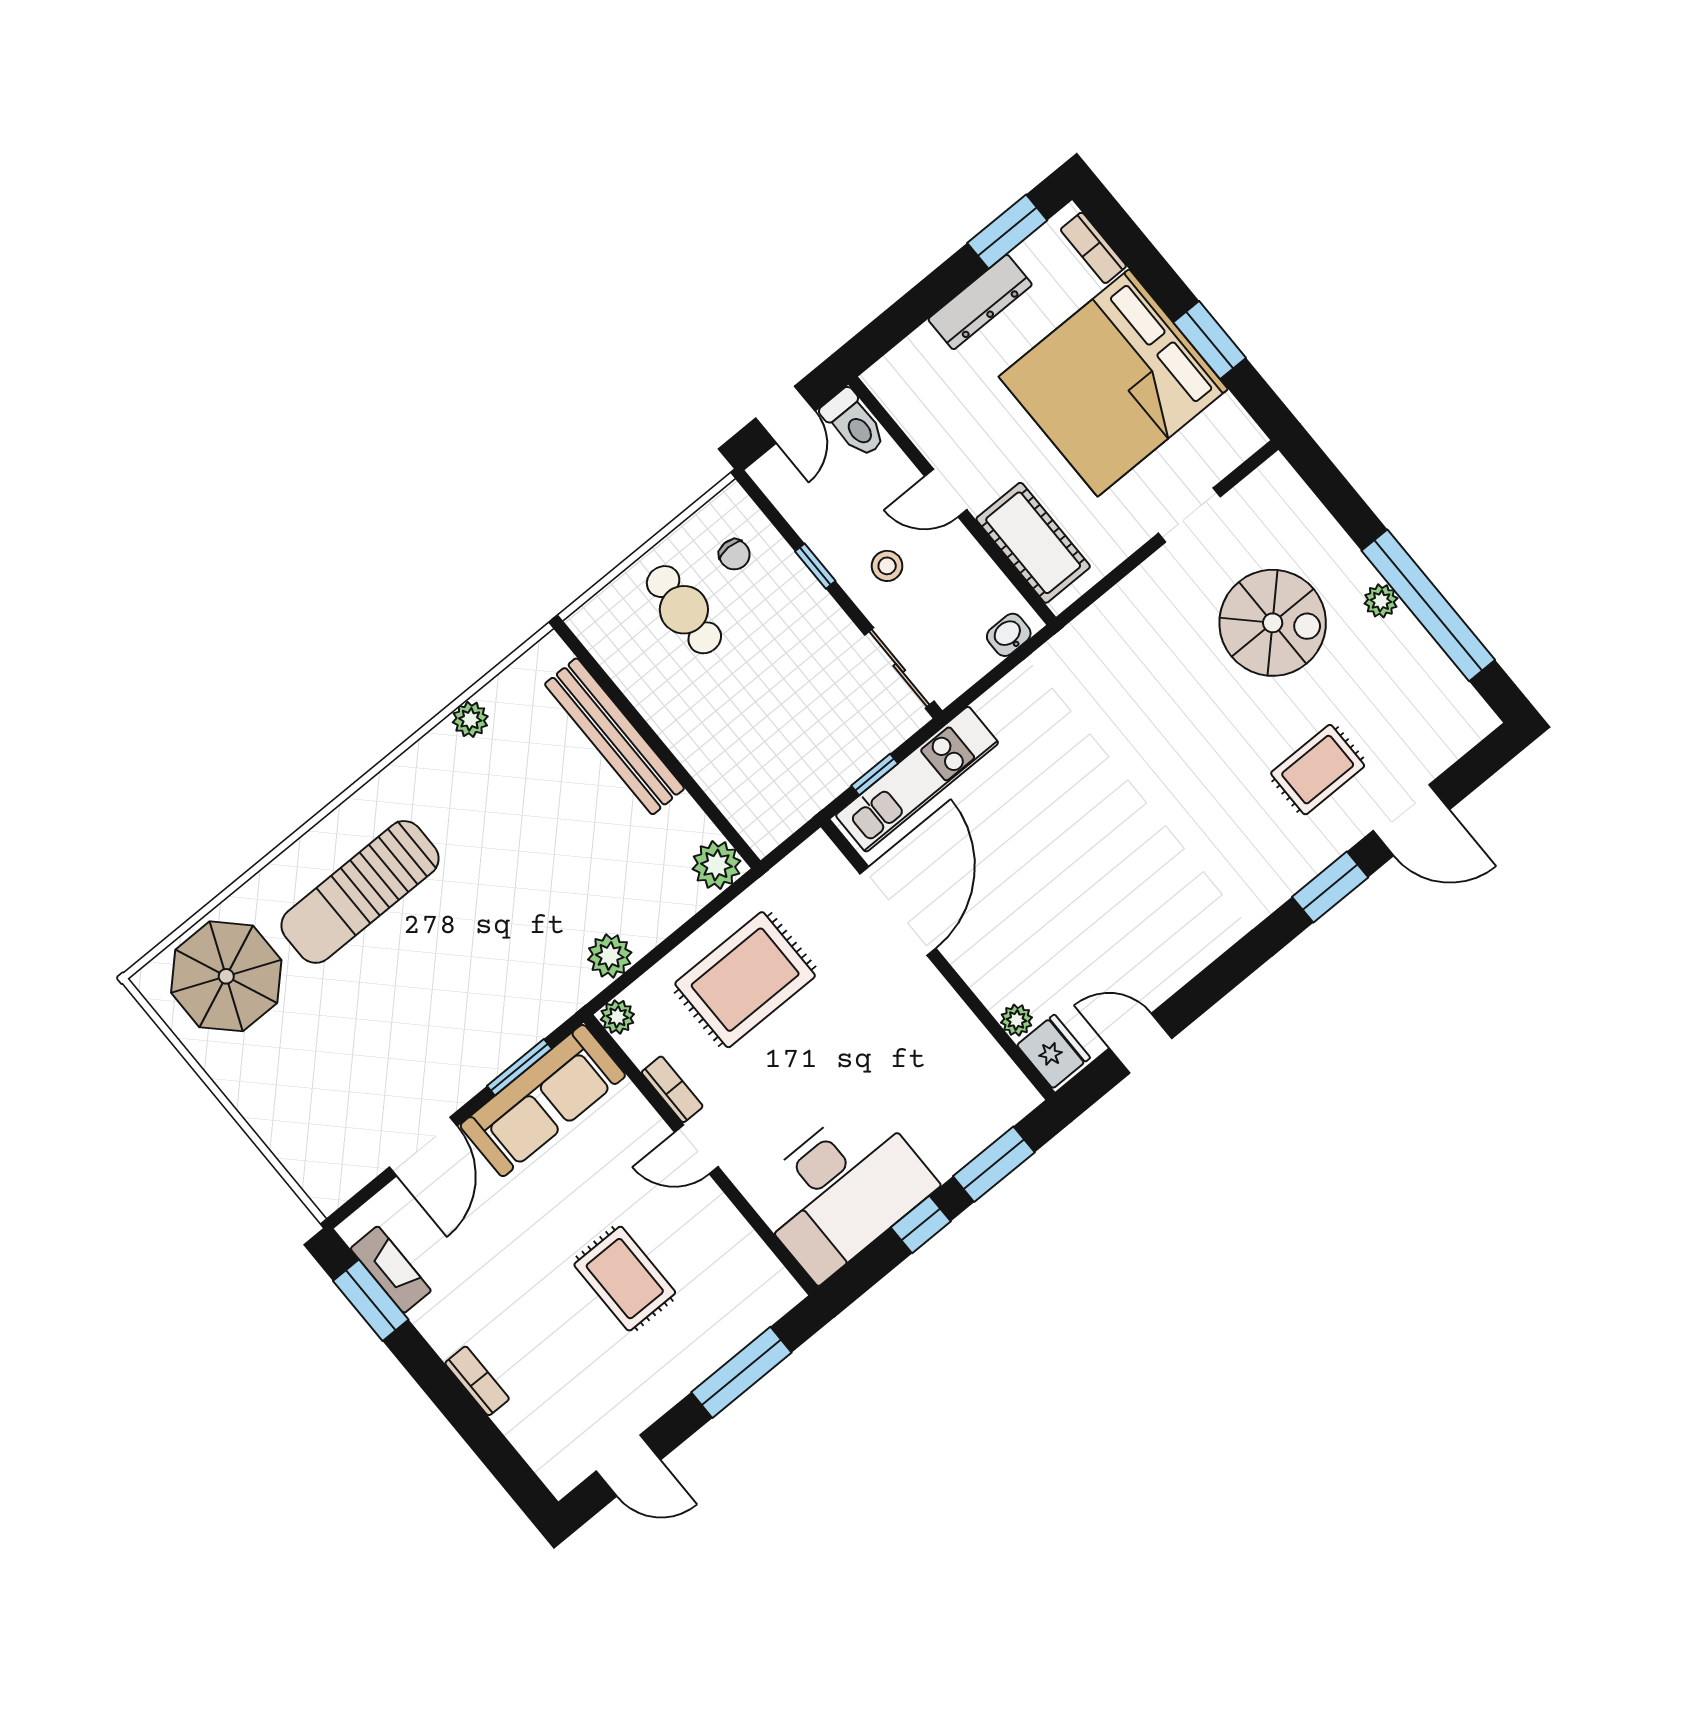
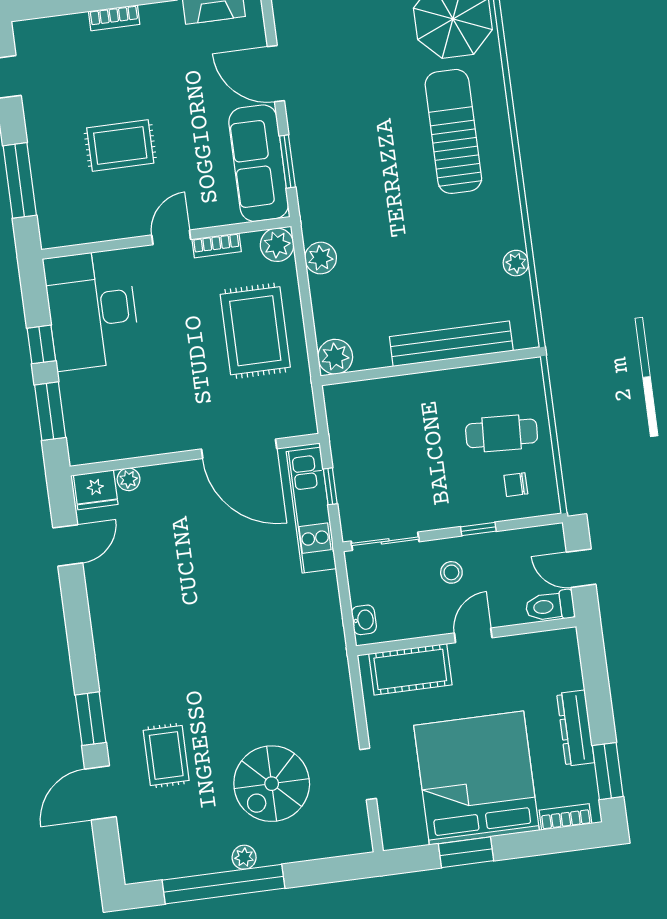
plant: (617, 1017) -> (277, 245), width x1.38, depth x1.38

